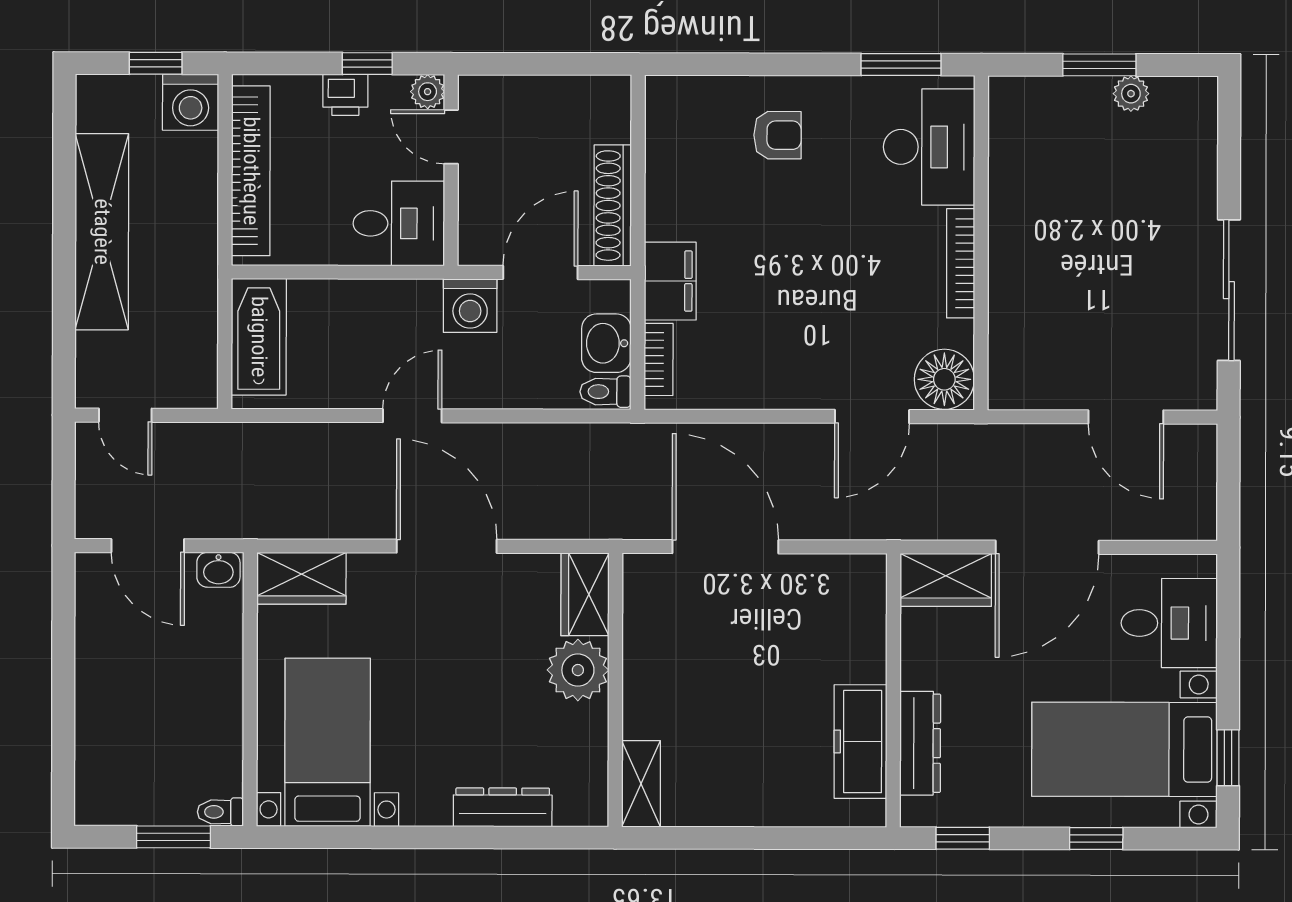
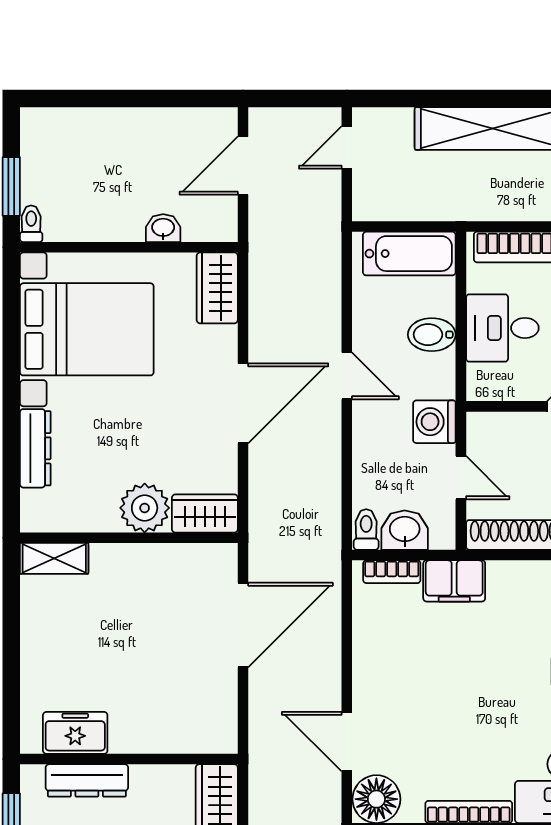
desk: (399, 223) -> (502, 328), moved, turned 90
door: (540, 272) -> (461, 478), width x0.73
bidet: (361, 309) -> (432, 335), added
washbasin: (218, 570) -> (163, 228), moved, turned 90
bed with nightstands: (328, 742) -> (87, 329), width x1.36
freezer: (860, 742) -> (75, 733), width x0.71

